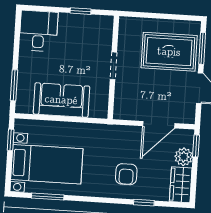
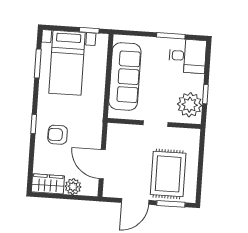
plant: (92, 28) -> (190, 105), added
window: (14, 85) -> (171, 36), moved
sofa: (61, 100) -> (125, 76), width x1.36
window: (196, 146) -> (83, 198), removed
window: (144, 203) -> (34, 124), moved

